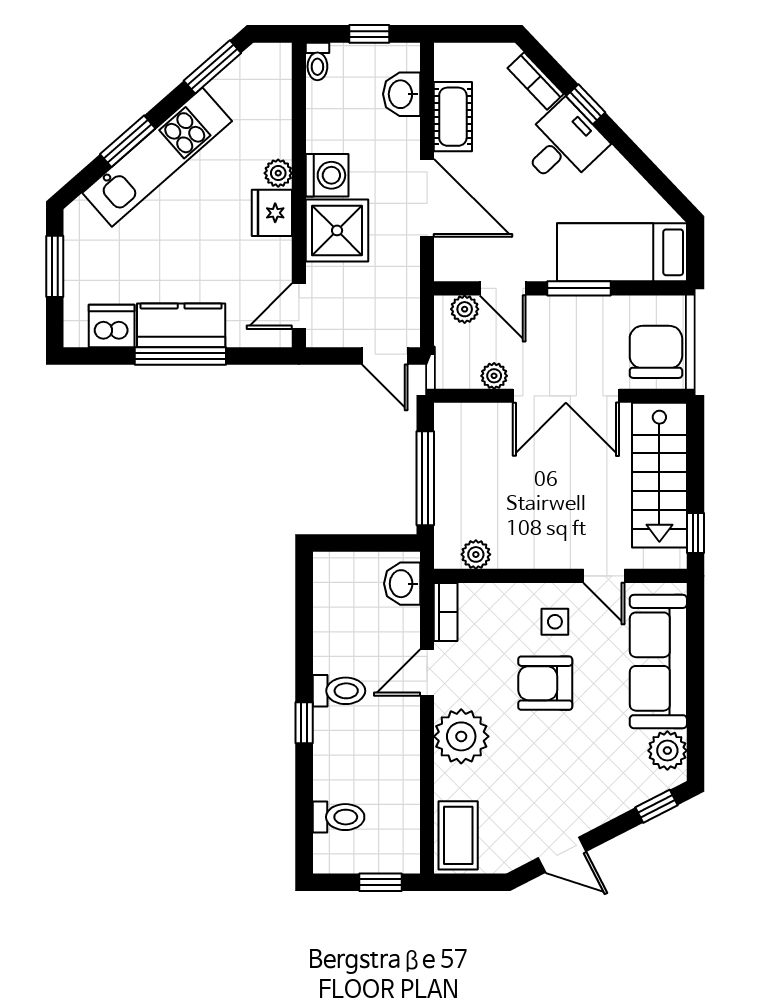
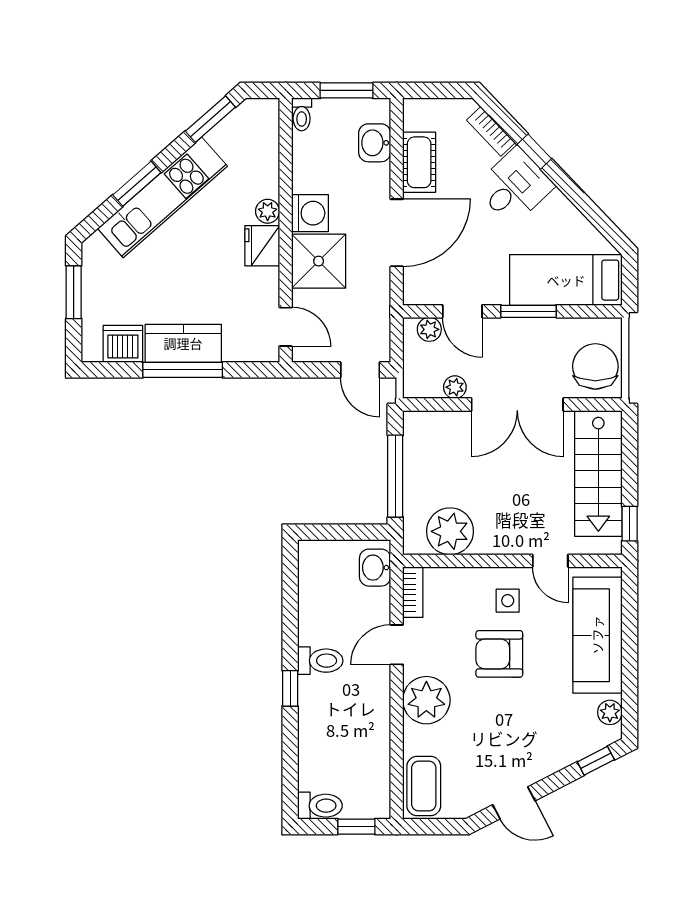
window: (369, 34) -> (347, 90), width x1.50
door: (427, 198) -> (397, 233), hinge flipped
door: (299, 306) -> (286, 327), swing flipped
plant: (476, 554) -> (450, 531), width x1.87, depth x1.87
plant: (667, 751) -> (610, 712), width x0.73, depth x0.73
toilet: (339, 817) -> (320, 806), moved

